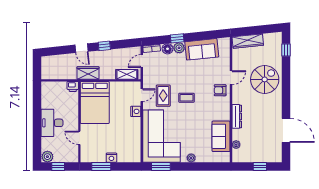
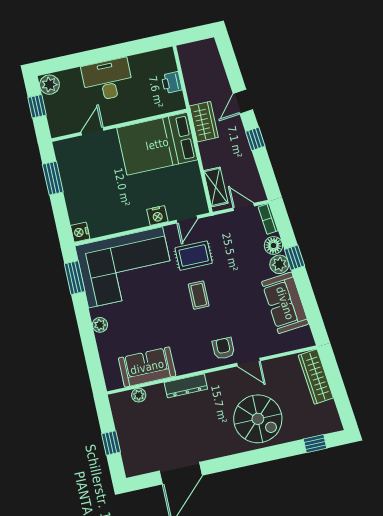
printer: (73, 86) -> (172, 83), moved
door: (142, 95) -> (187, 219), hinge flipped
nightstand: (111, 158) -> (80, 232), moved

